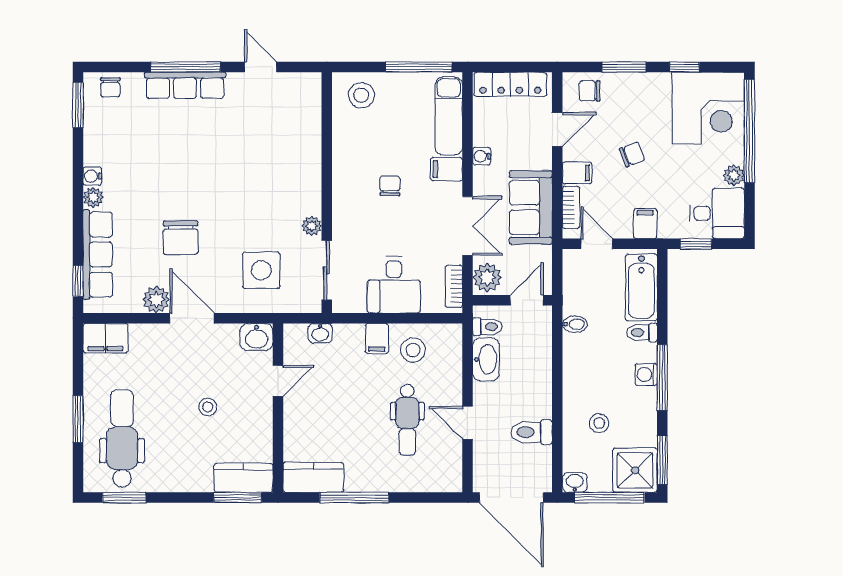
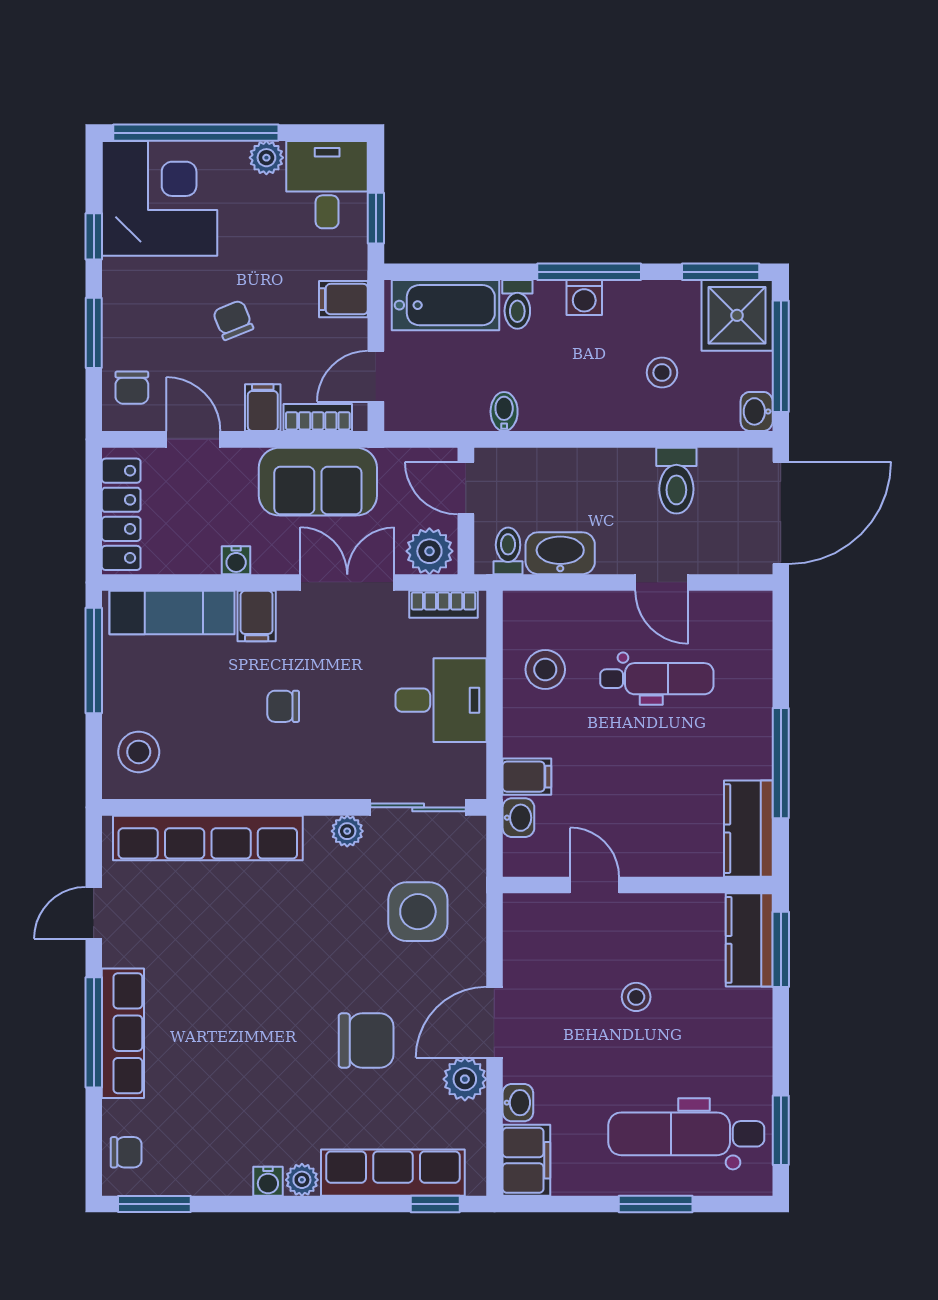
row of seats: (307, 138) -> (208, 838), added
washbasin: (257, 337) -> (518, 1103), moved, width x0.72, depth x0.69
filing cabinet: (377, 339) -> (527, 777), moved
door: (468, 423) -> (662, 582), hinge flipped

